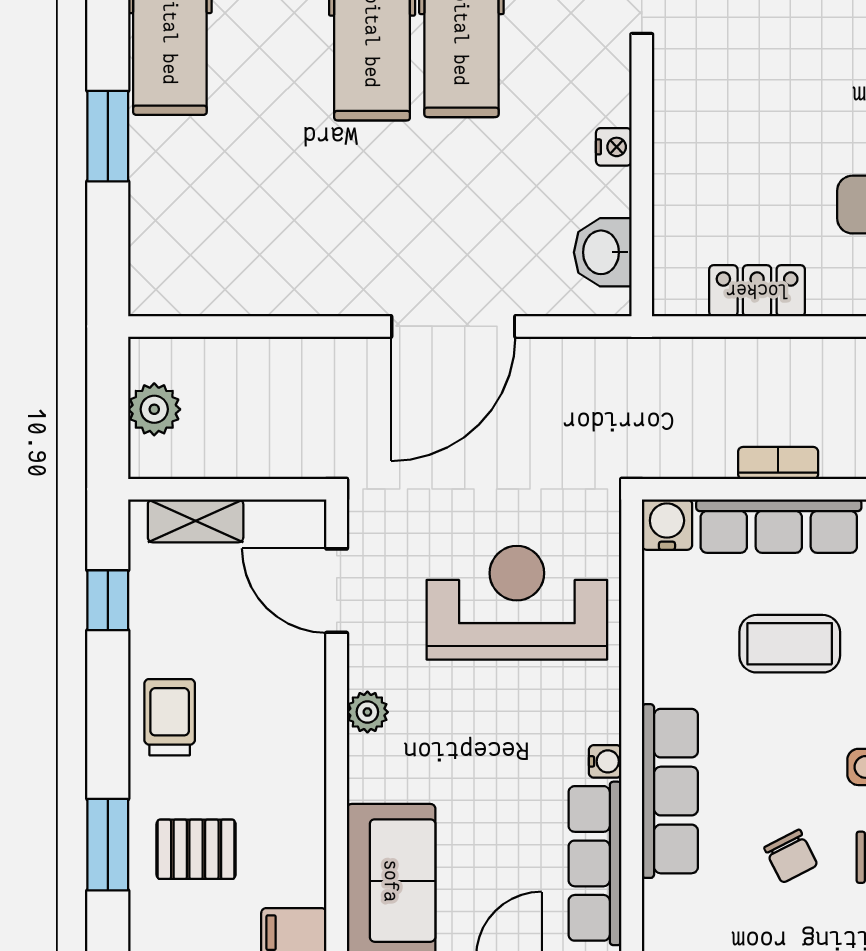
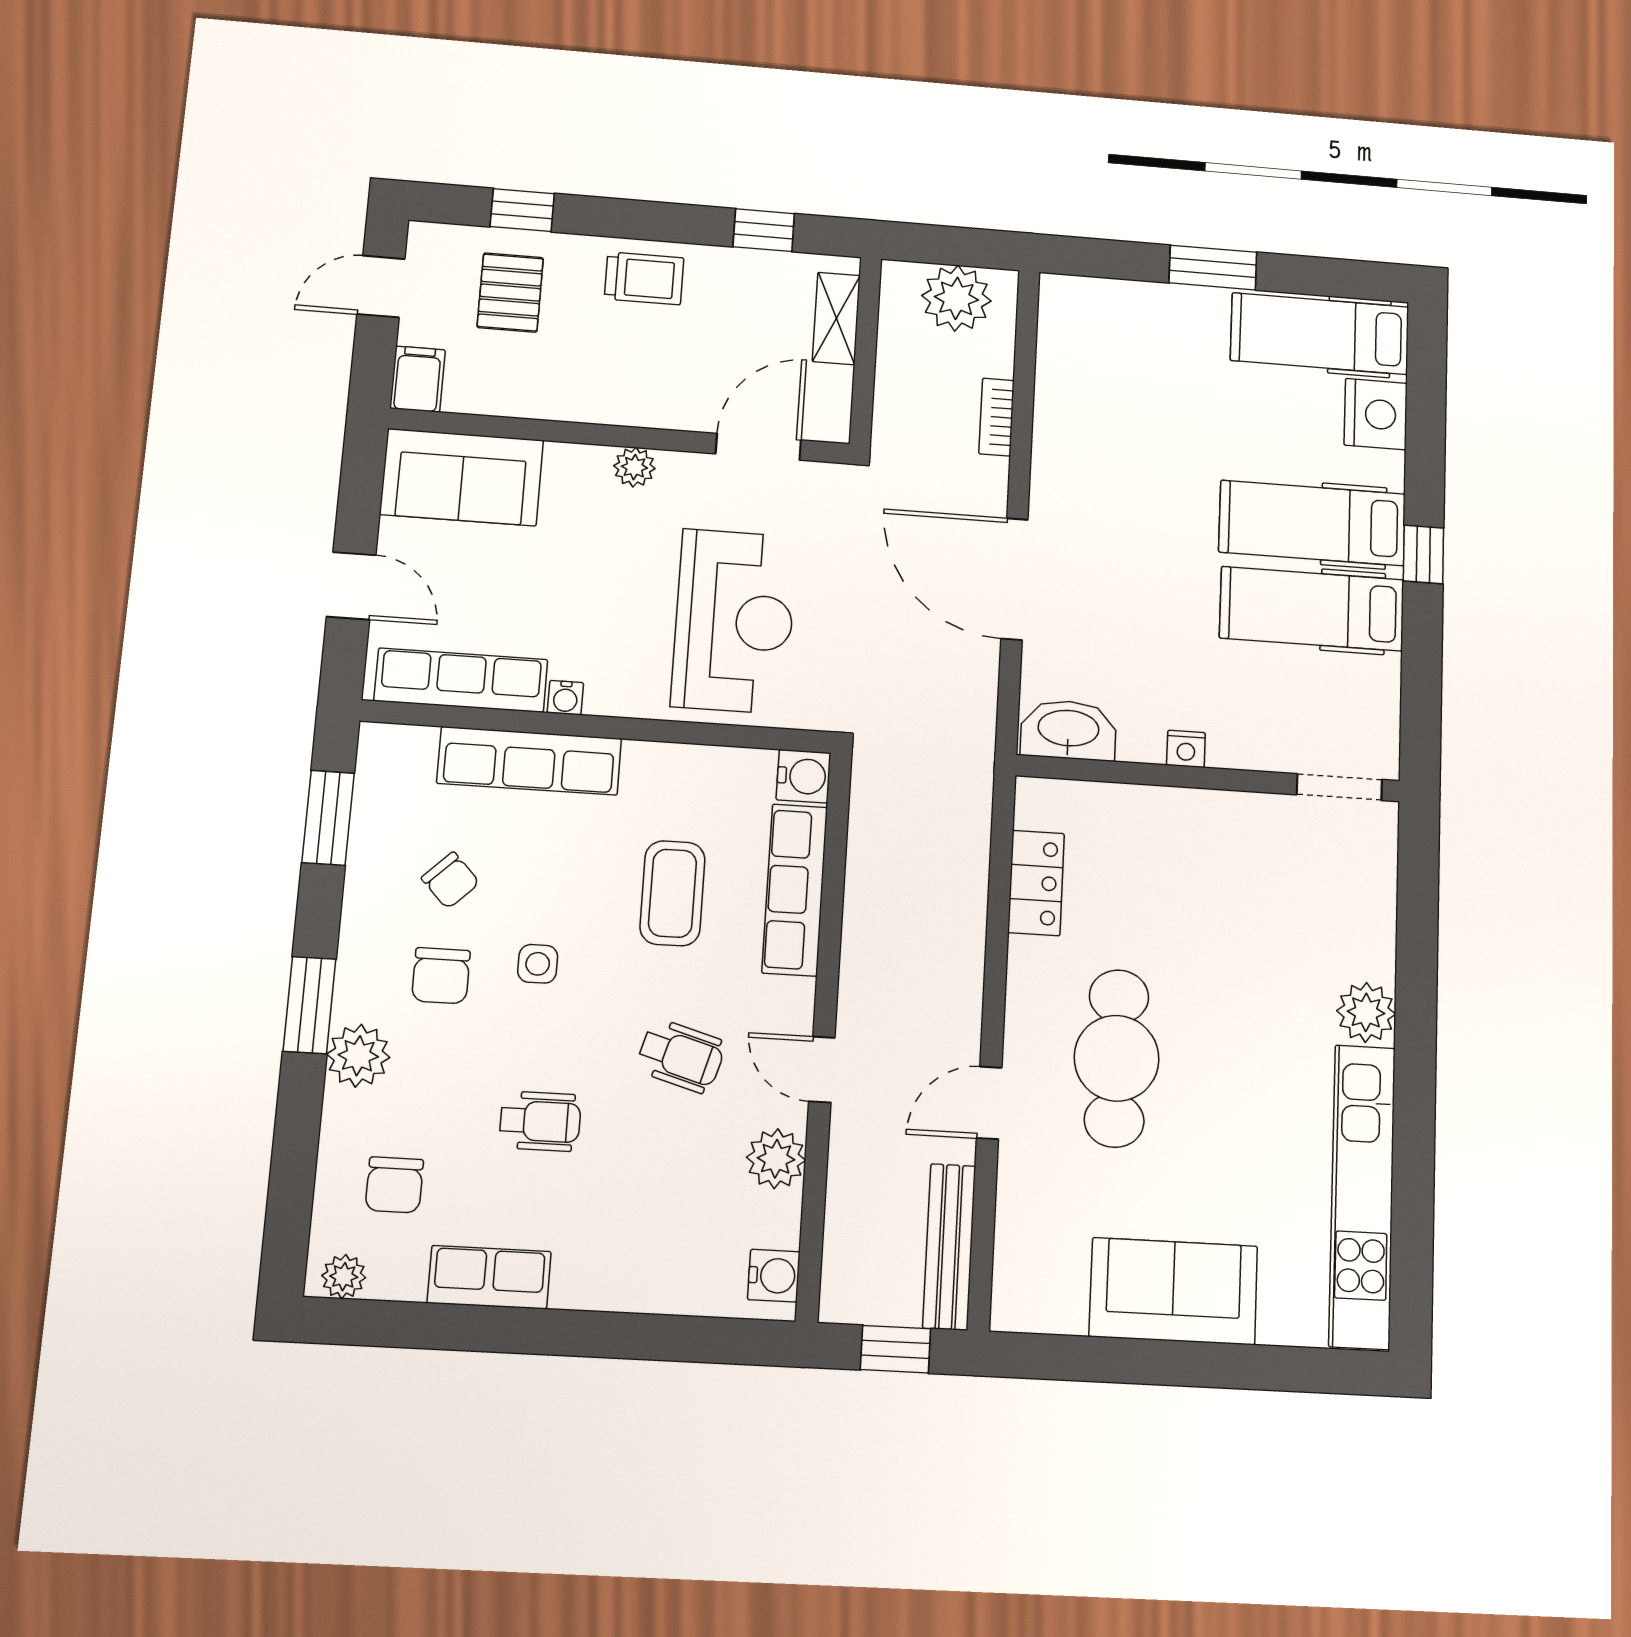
washbasin: (603, 252) -> (1068, 730), width x1.38
plant: (154, 409) -> (956, 298), width x1.36, depth x1.36
bookcase: (778, 463) -> (996, 417), moved, turned 180
window: (108, 845) -> (522, 210), width x0.67
chair: (791, 856) -> (450, 880), turned -107

